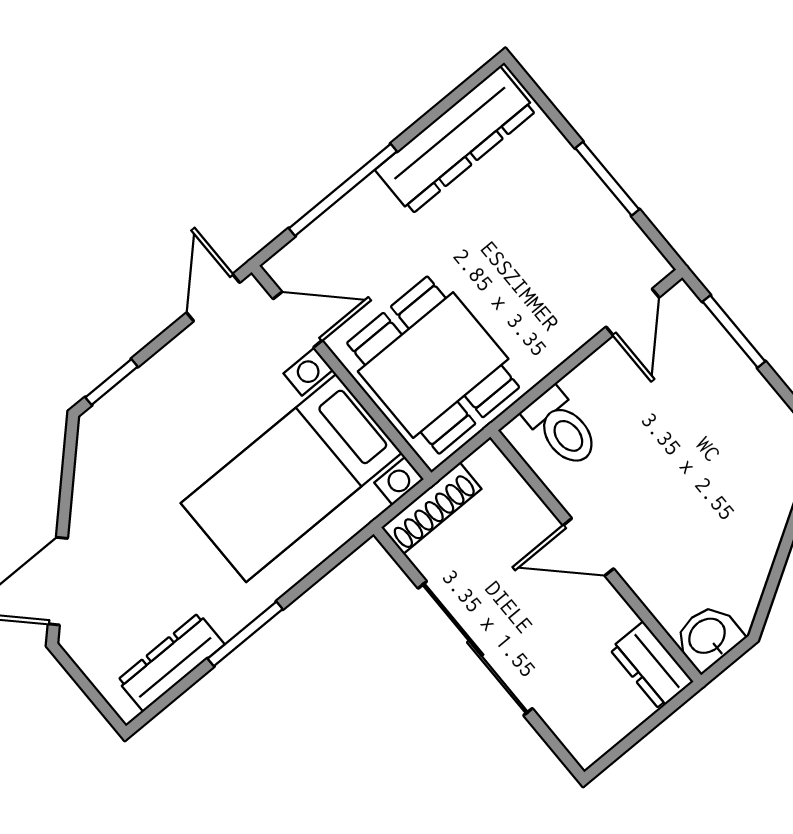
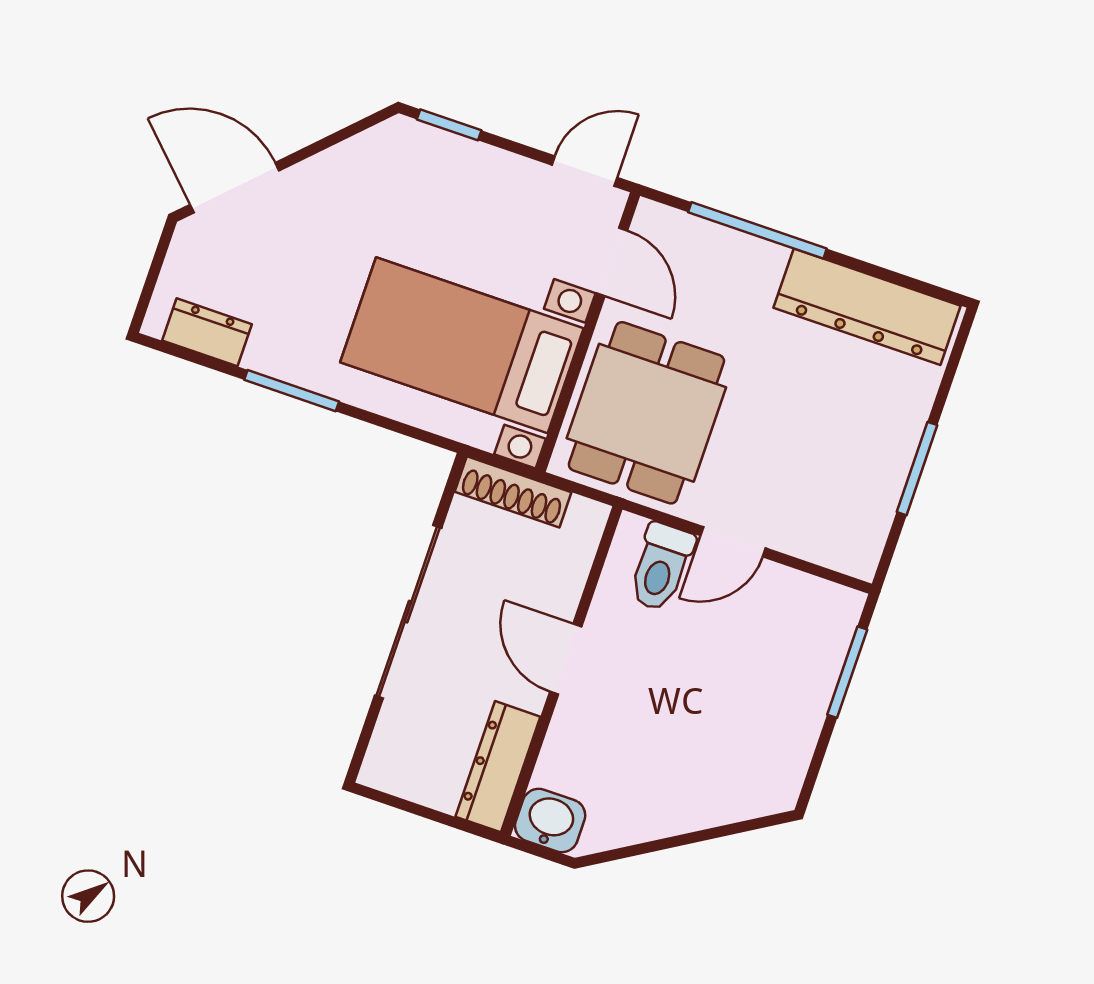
door: (633, 312) -> (733, 542), moved
dresser: (171, 662) -> (207, 332), width x0.70
dresser: (651, 665) -> (498, 767), width x1.44

